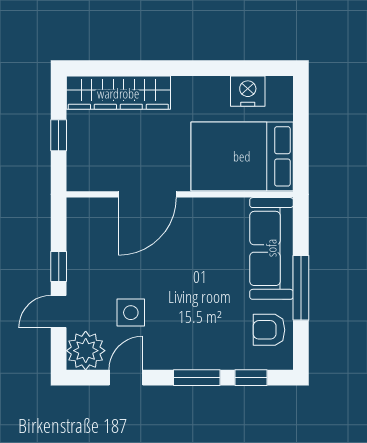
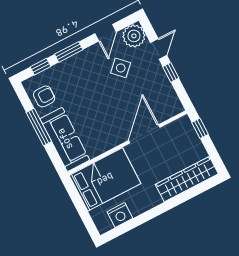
window: (59, 135) -> (200, 128), moved
side table: (131, 313) -> (121, 68), turned 45

